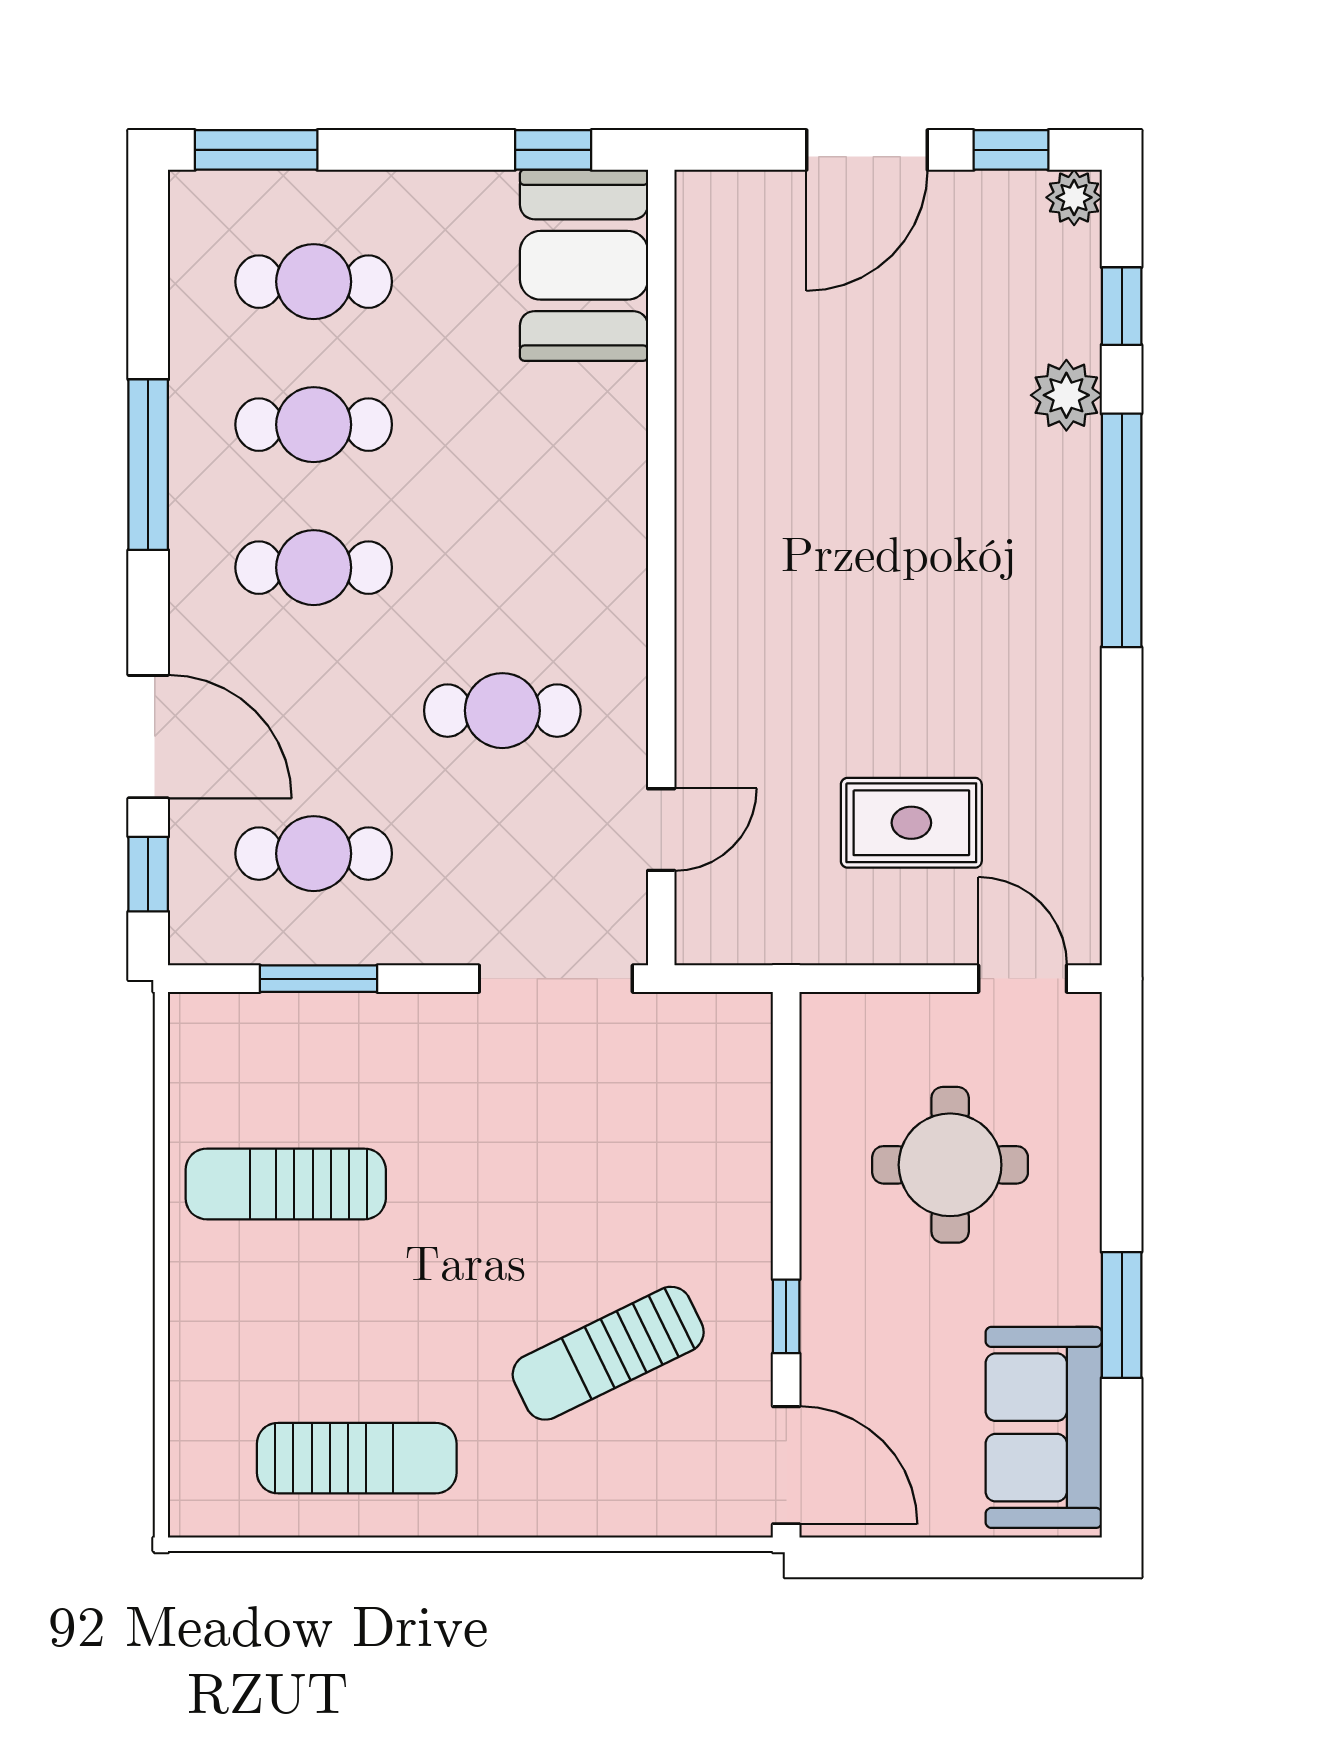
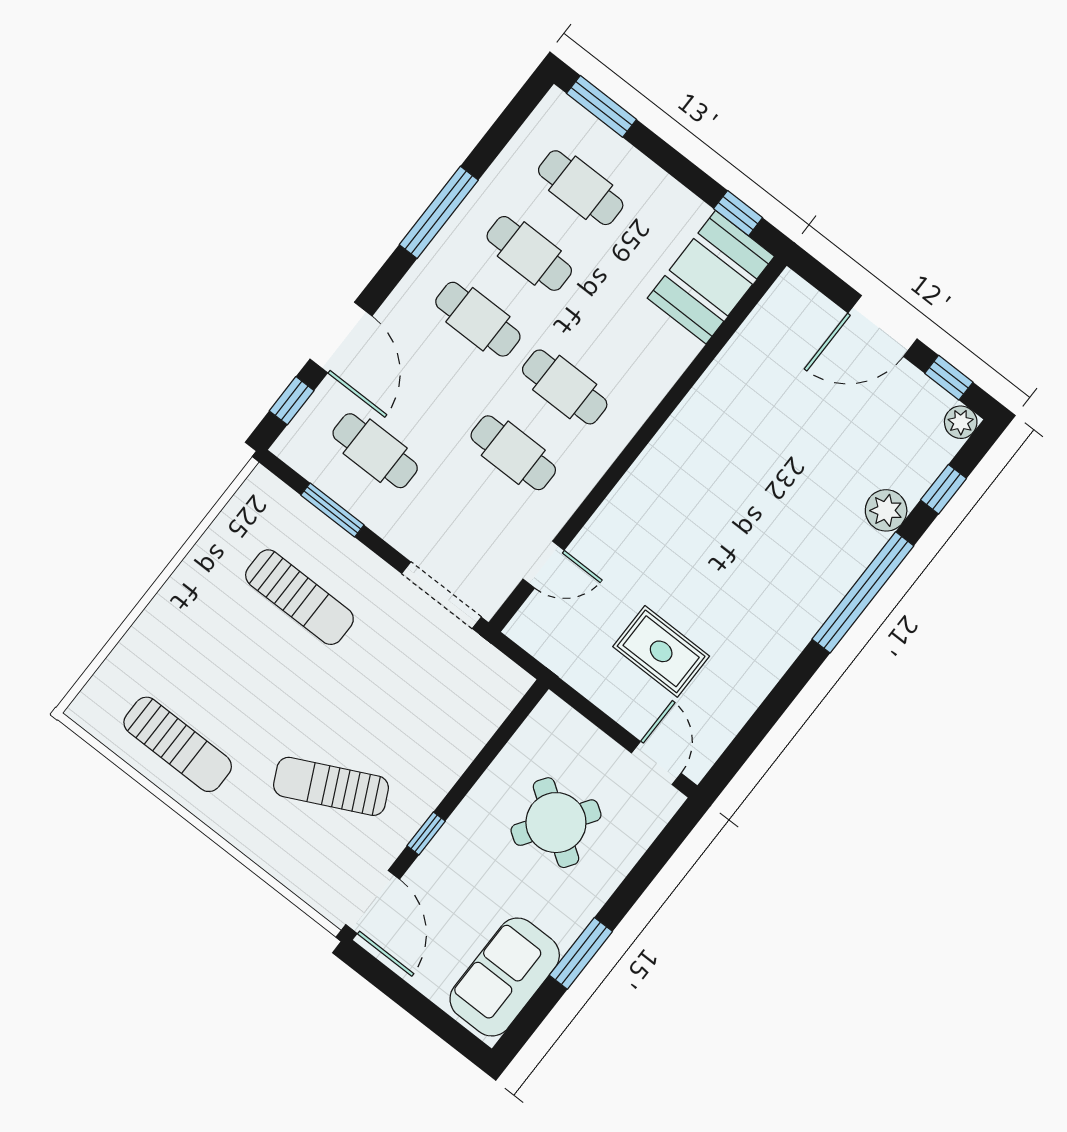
cafe table: (502, 568) -> (565, 387), added
round table: (950, 1165) -> (556, 823), turned 34
sun lounger: (286, 1184) -> (299, 597), moved, turned 180

